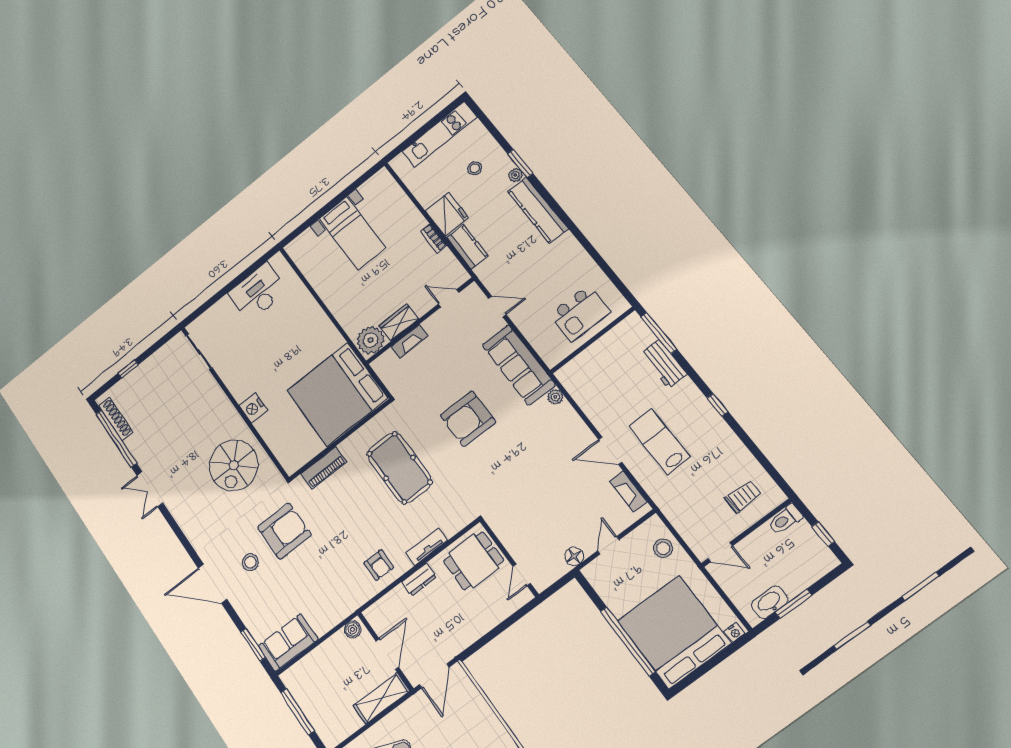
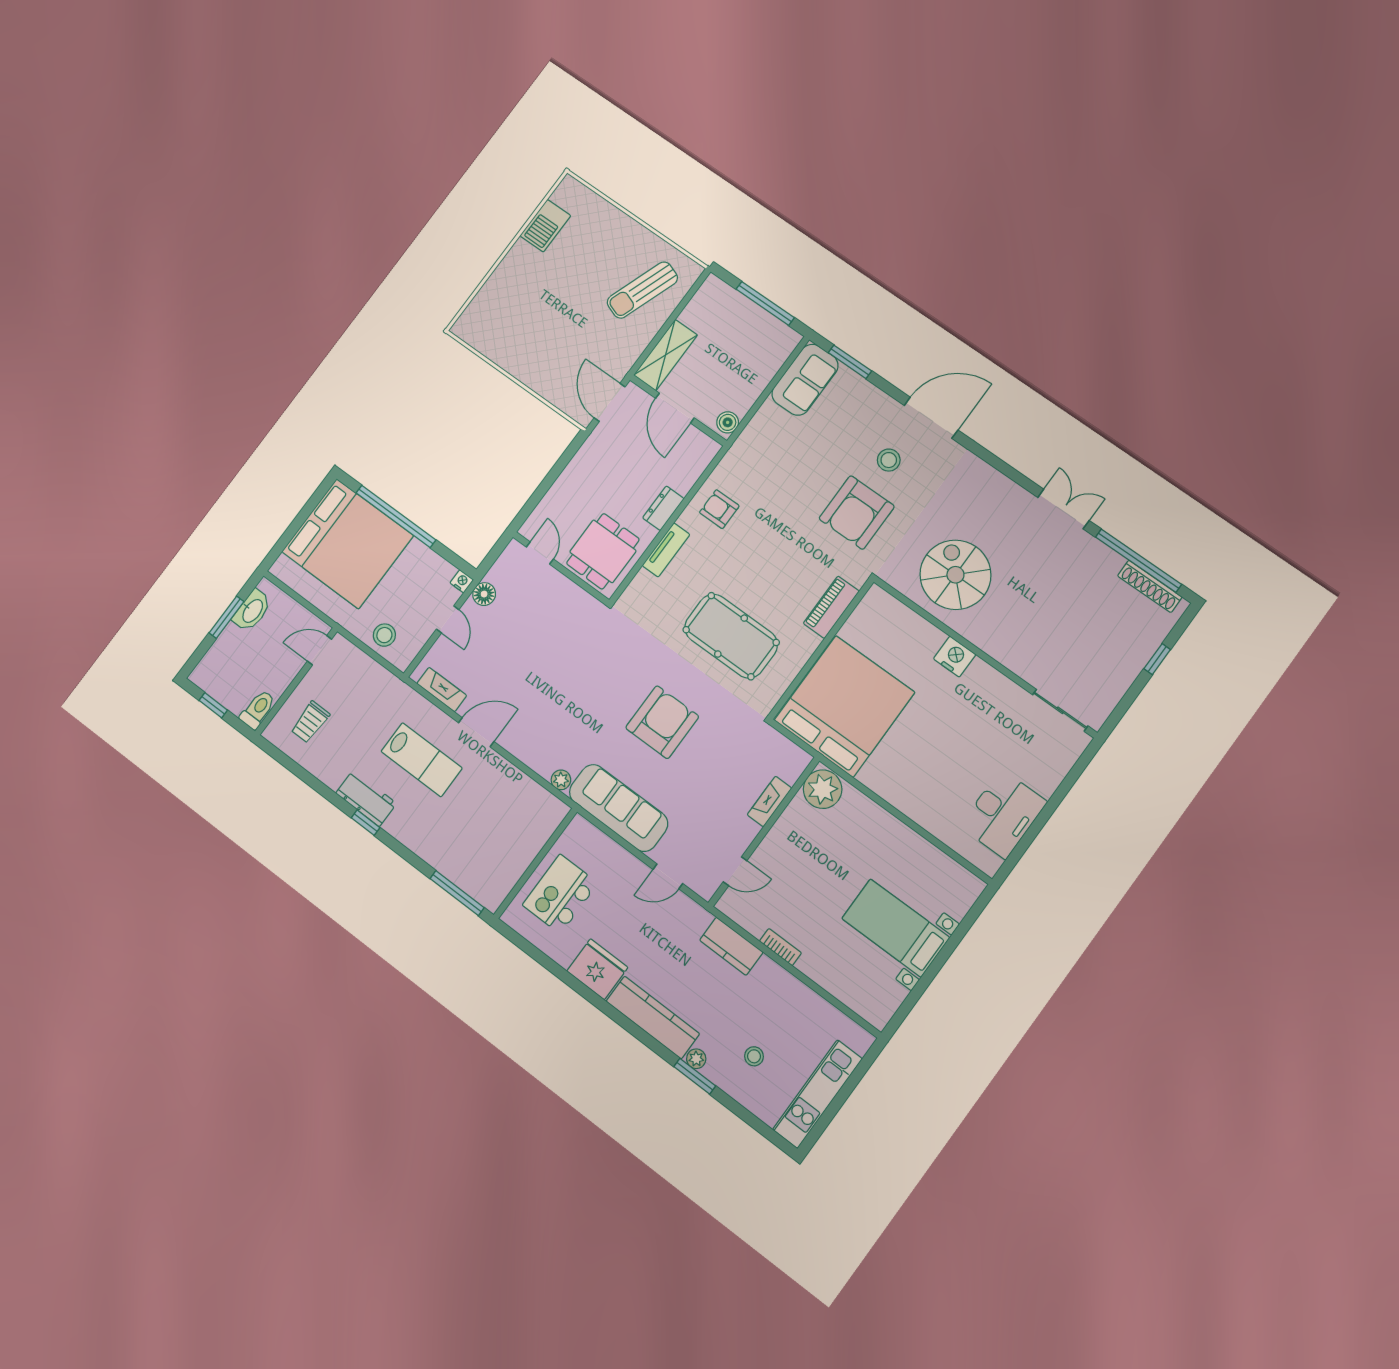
fridge: (447, 214) -> (597, 969), moved, turned 180
wardrobe: (399, 322) -> (792, 823), removed
workbench: (664, 364) -> (366, 798), moved
nightstand: (734, 632) -> (462, 581), moved, turned 90

